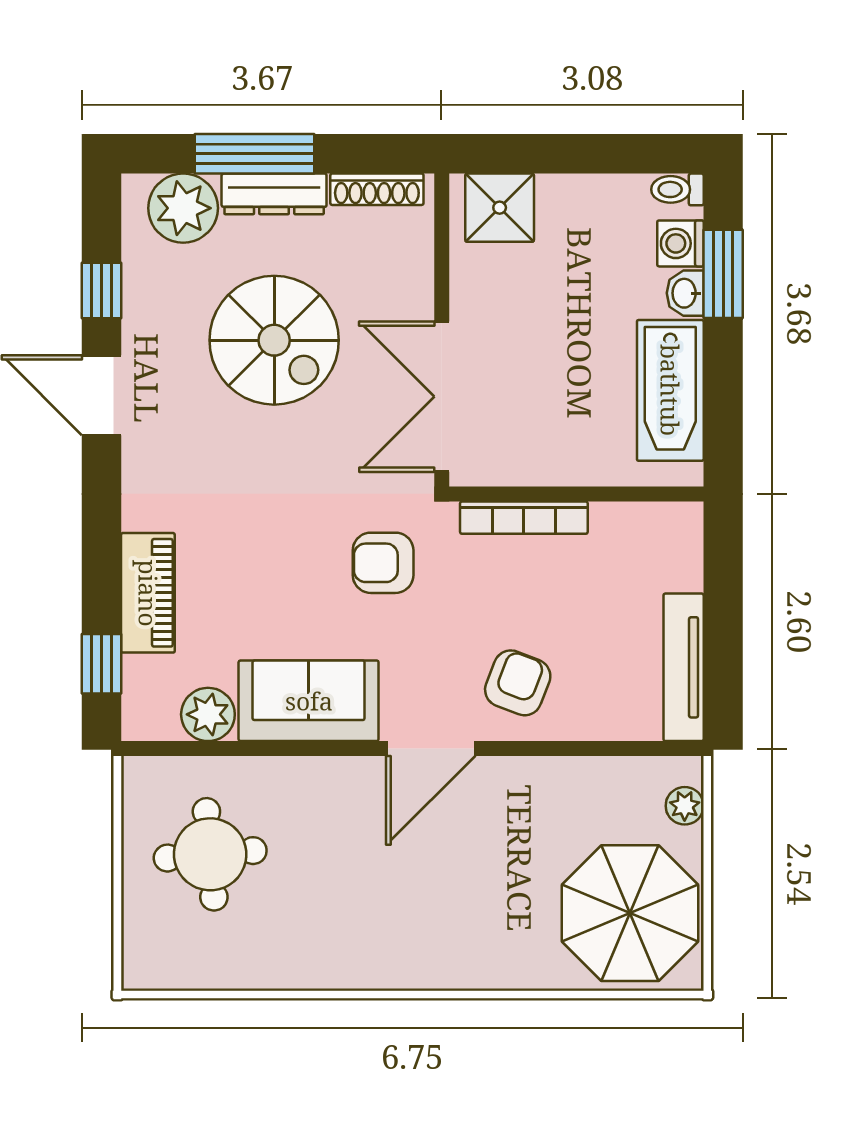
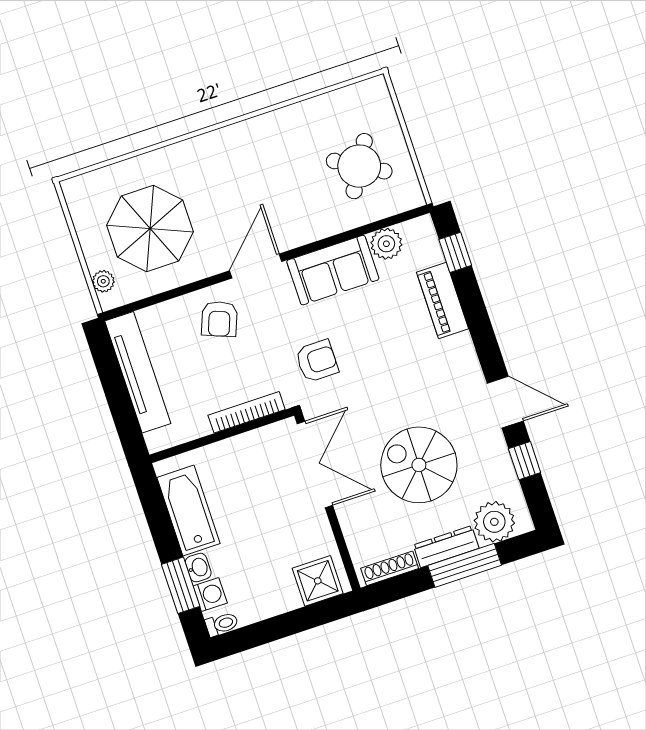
tv unit: (684, 667) -> (138, 372), width x1.36, depth x1.29
round table: (210, 854) -> (359, 166), turned 35
parasol: (630, 913) -> (150, 228), moved

